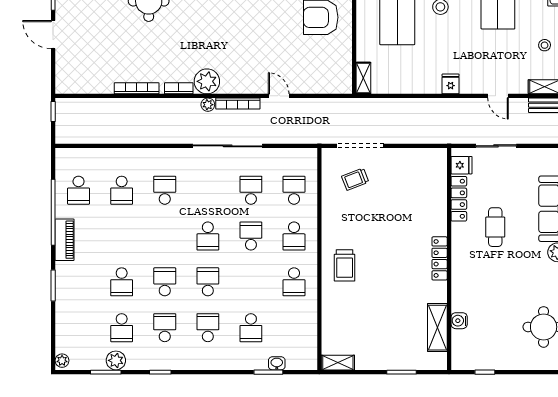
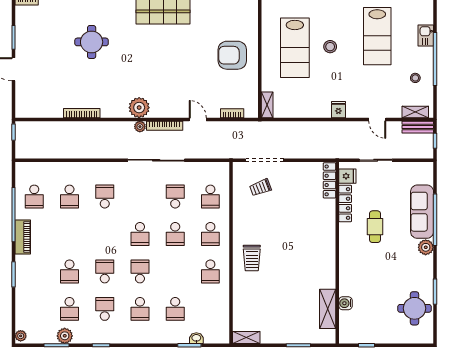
bookcase: (179, 88) -> (232, 113), moved
school desk: (294, 190) -> (210, 197), turned 180
school desk: (251, 236) -> (175, 234), turned 180
locker: (440, 258) -> (329, 180), moved
school desk: (208, 328) -> (140, 309), turned 180

